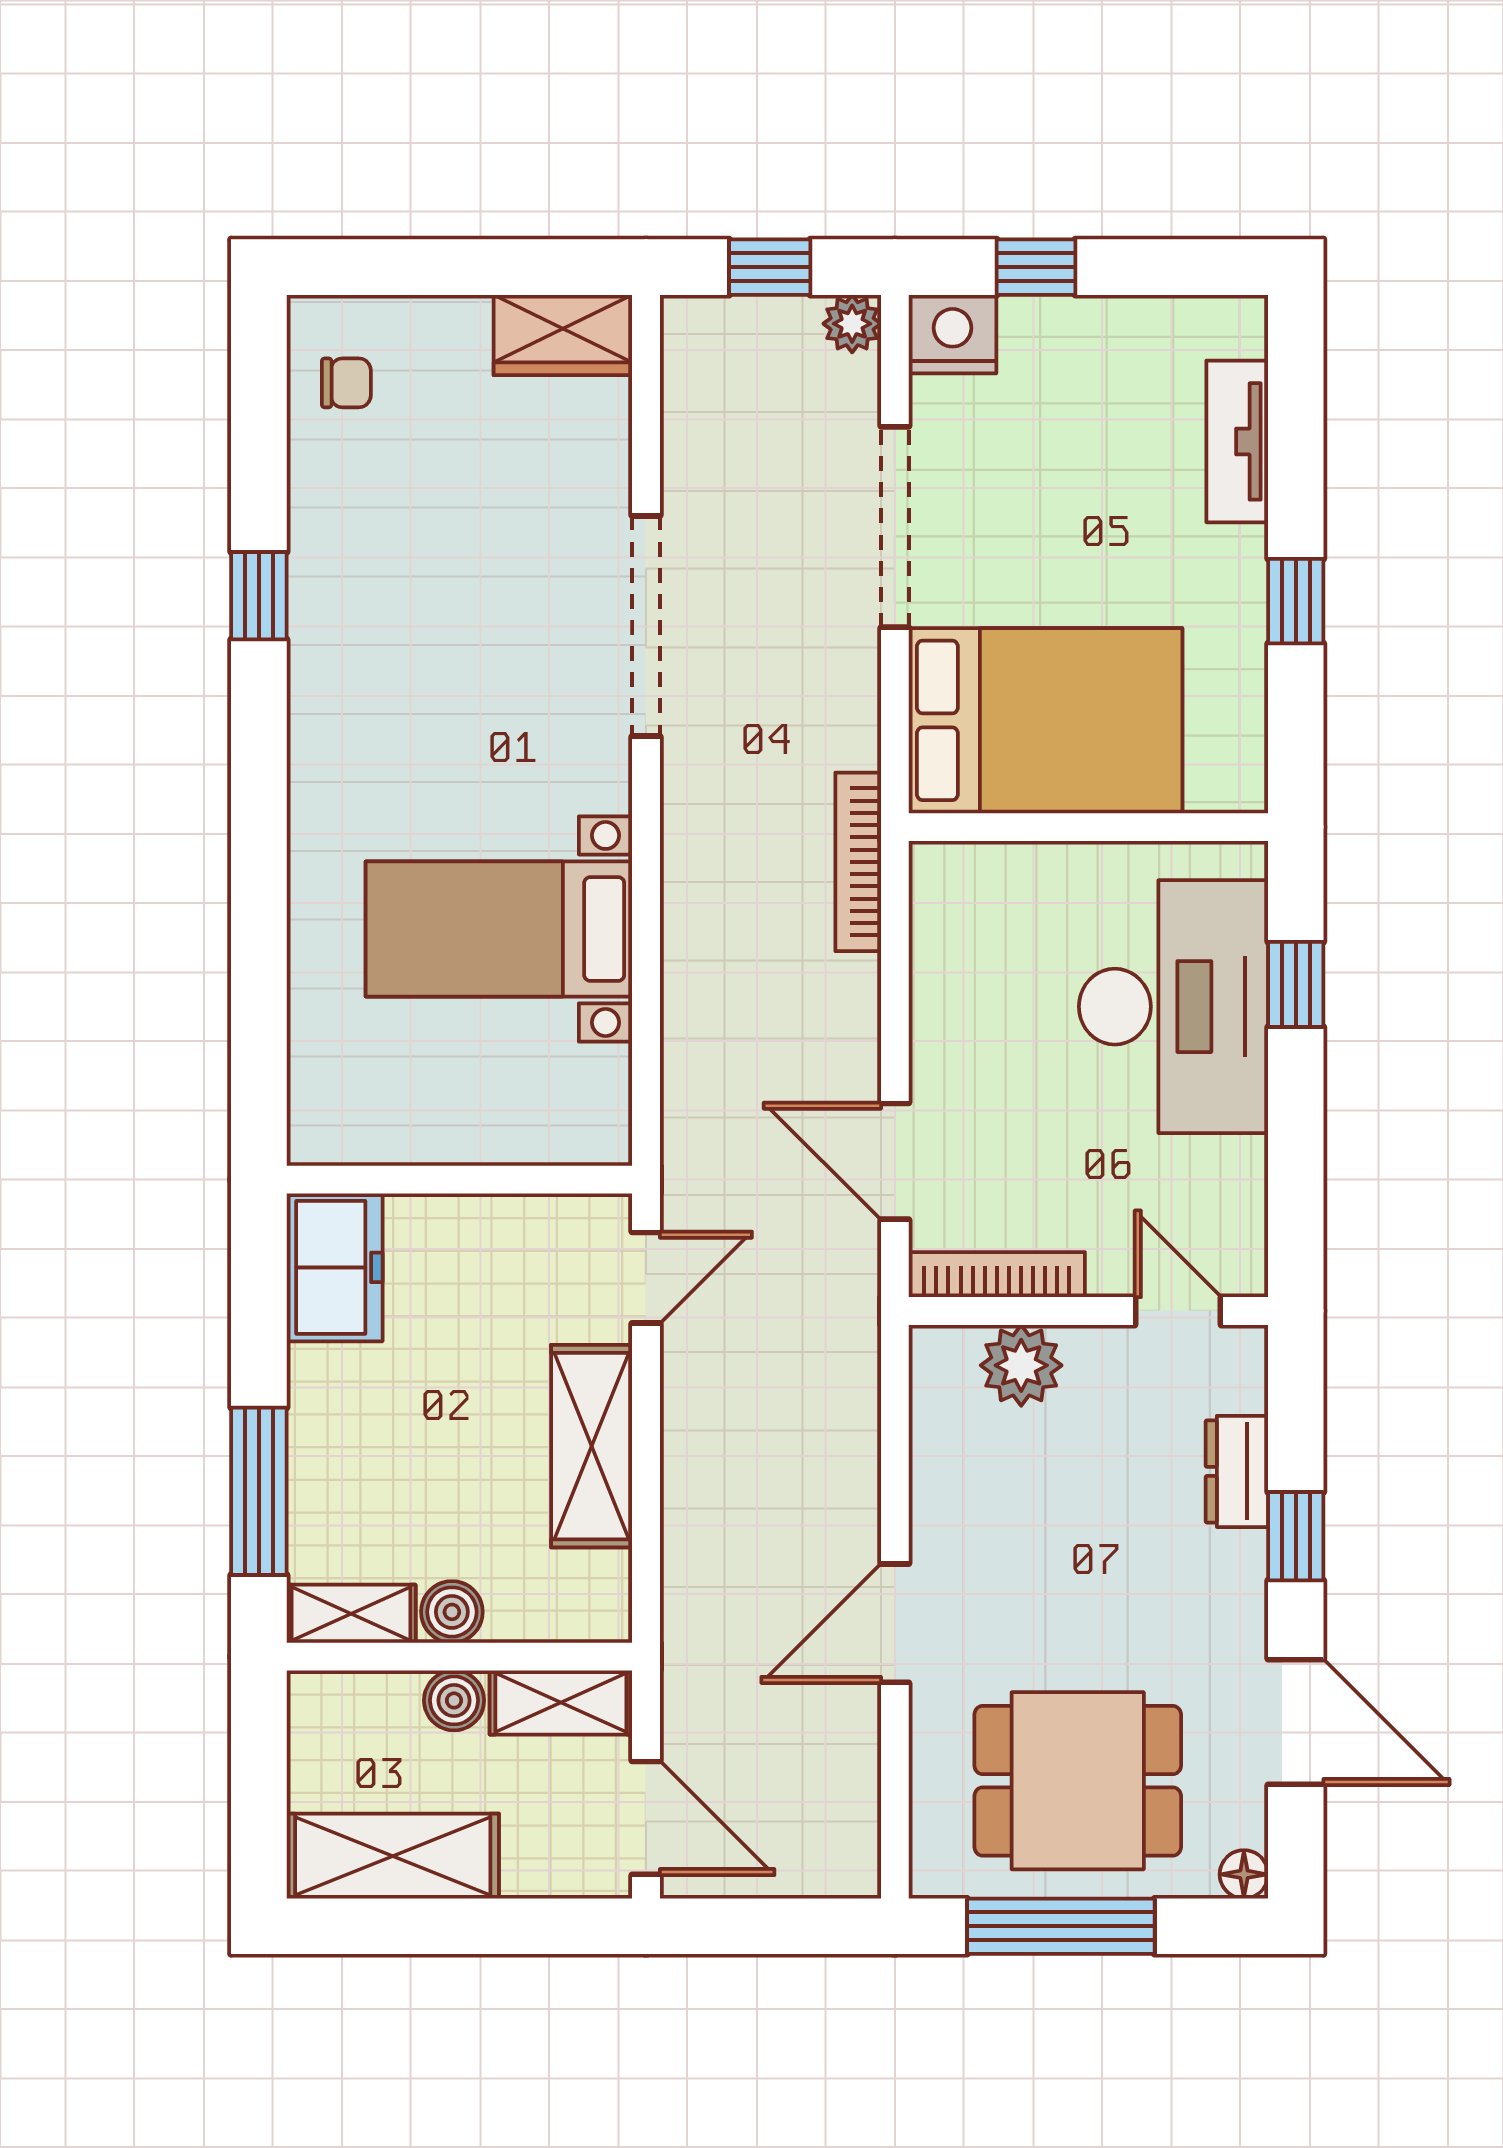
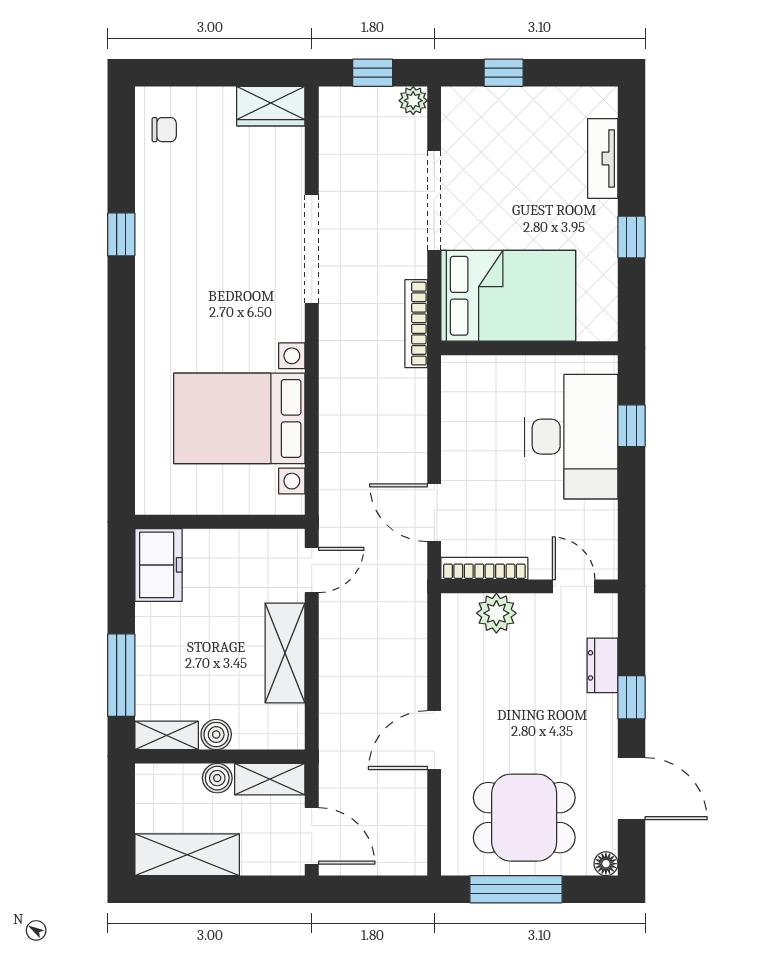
nightstand: (952, 334) -> (463, 106), removed
bookcase: (858, 862) -> (416, 324), moved
bed with nightstands: (499, 929) -> (239, 418), width x1.36

